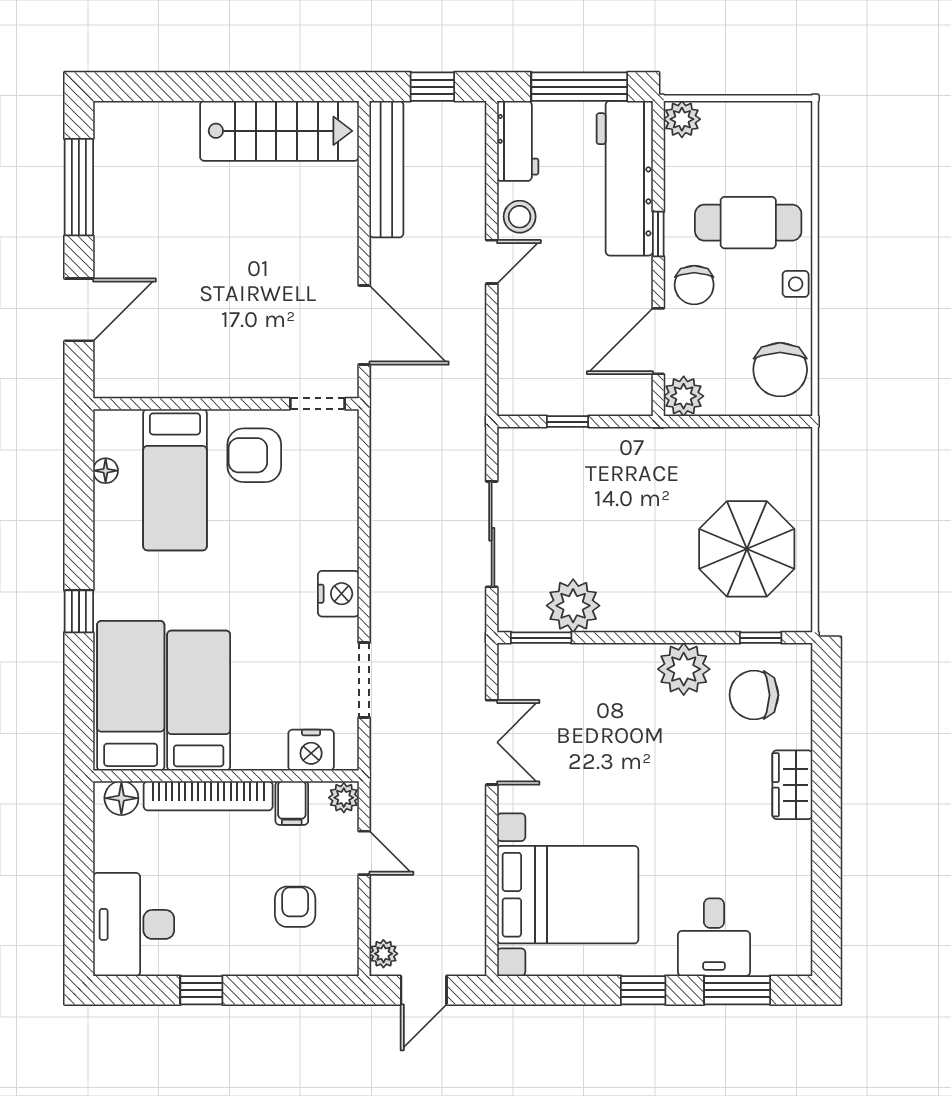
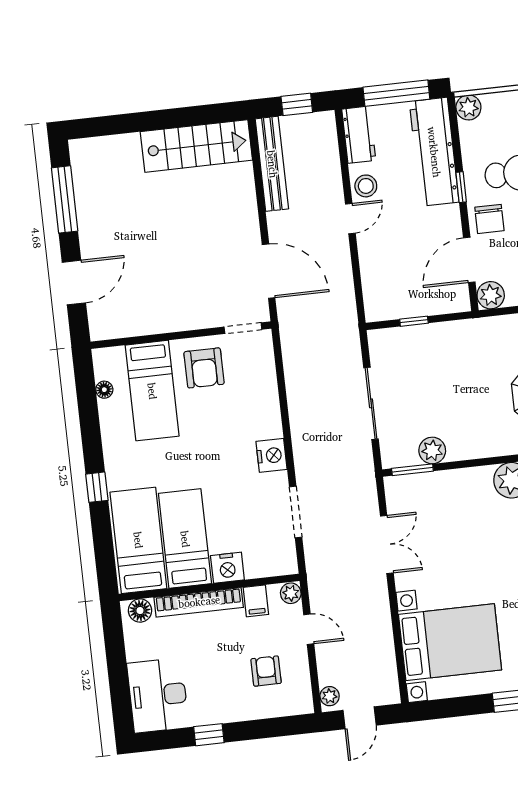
armchair: (254, 455) -> (204, 368), turned -90
plant: (573, 606) -> (432, 451), width x0.73, depth x0.73
nightstand: (311, 750) -> (227, 568), moved

